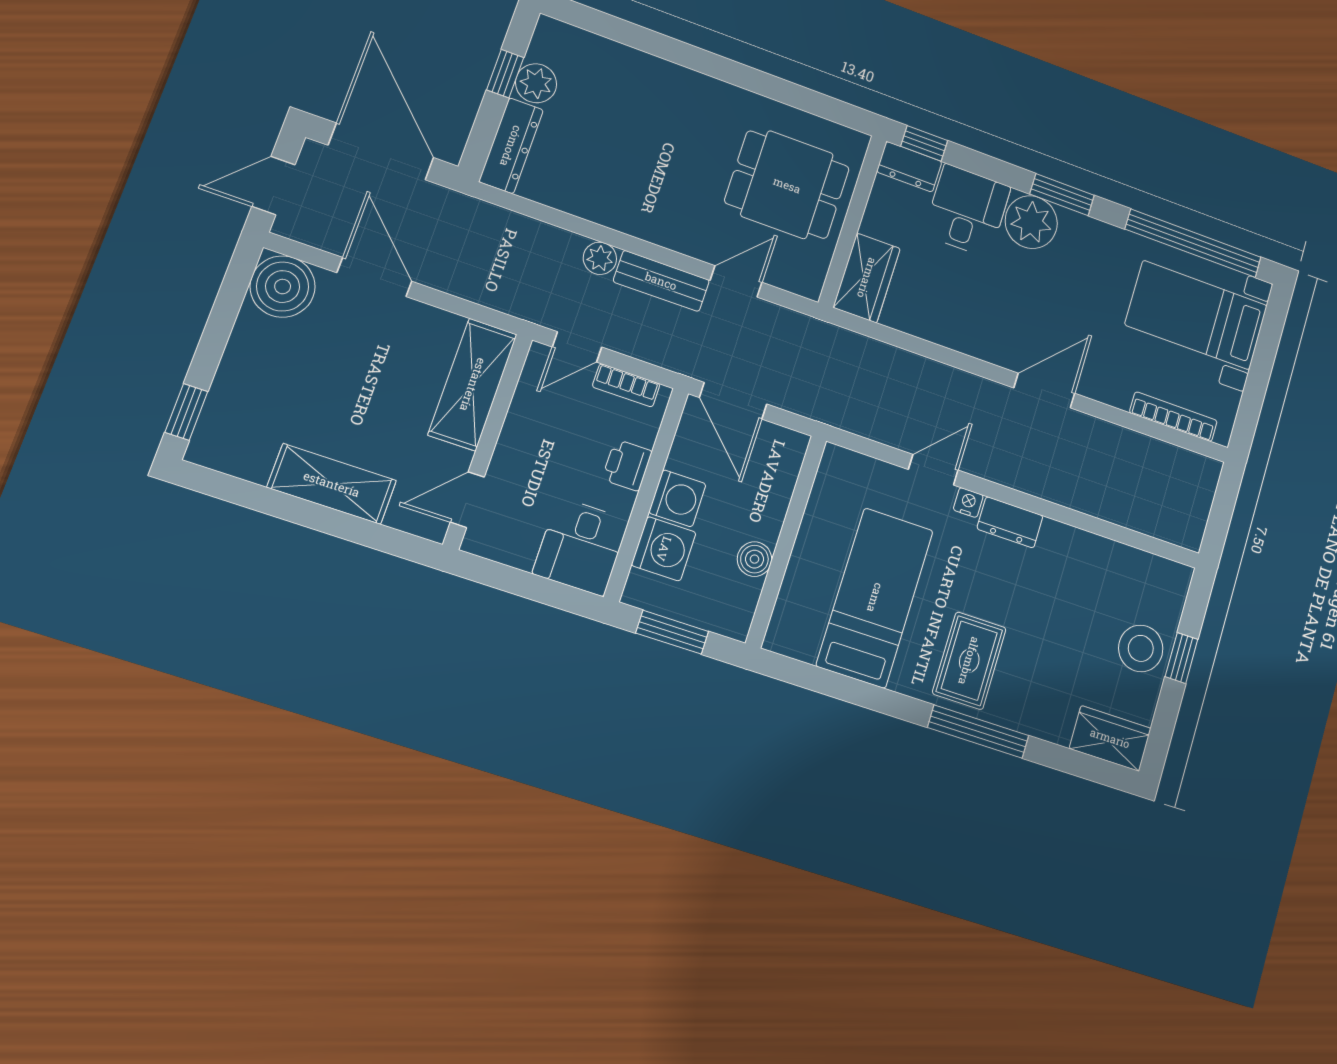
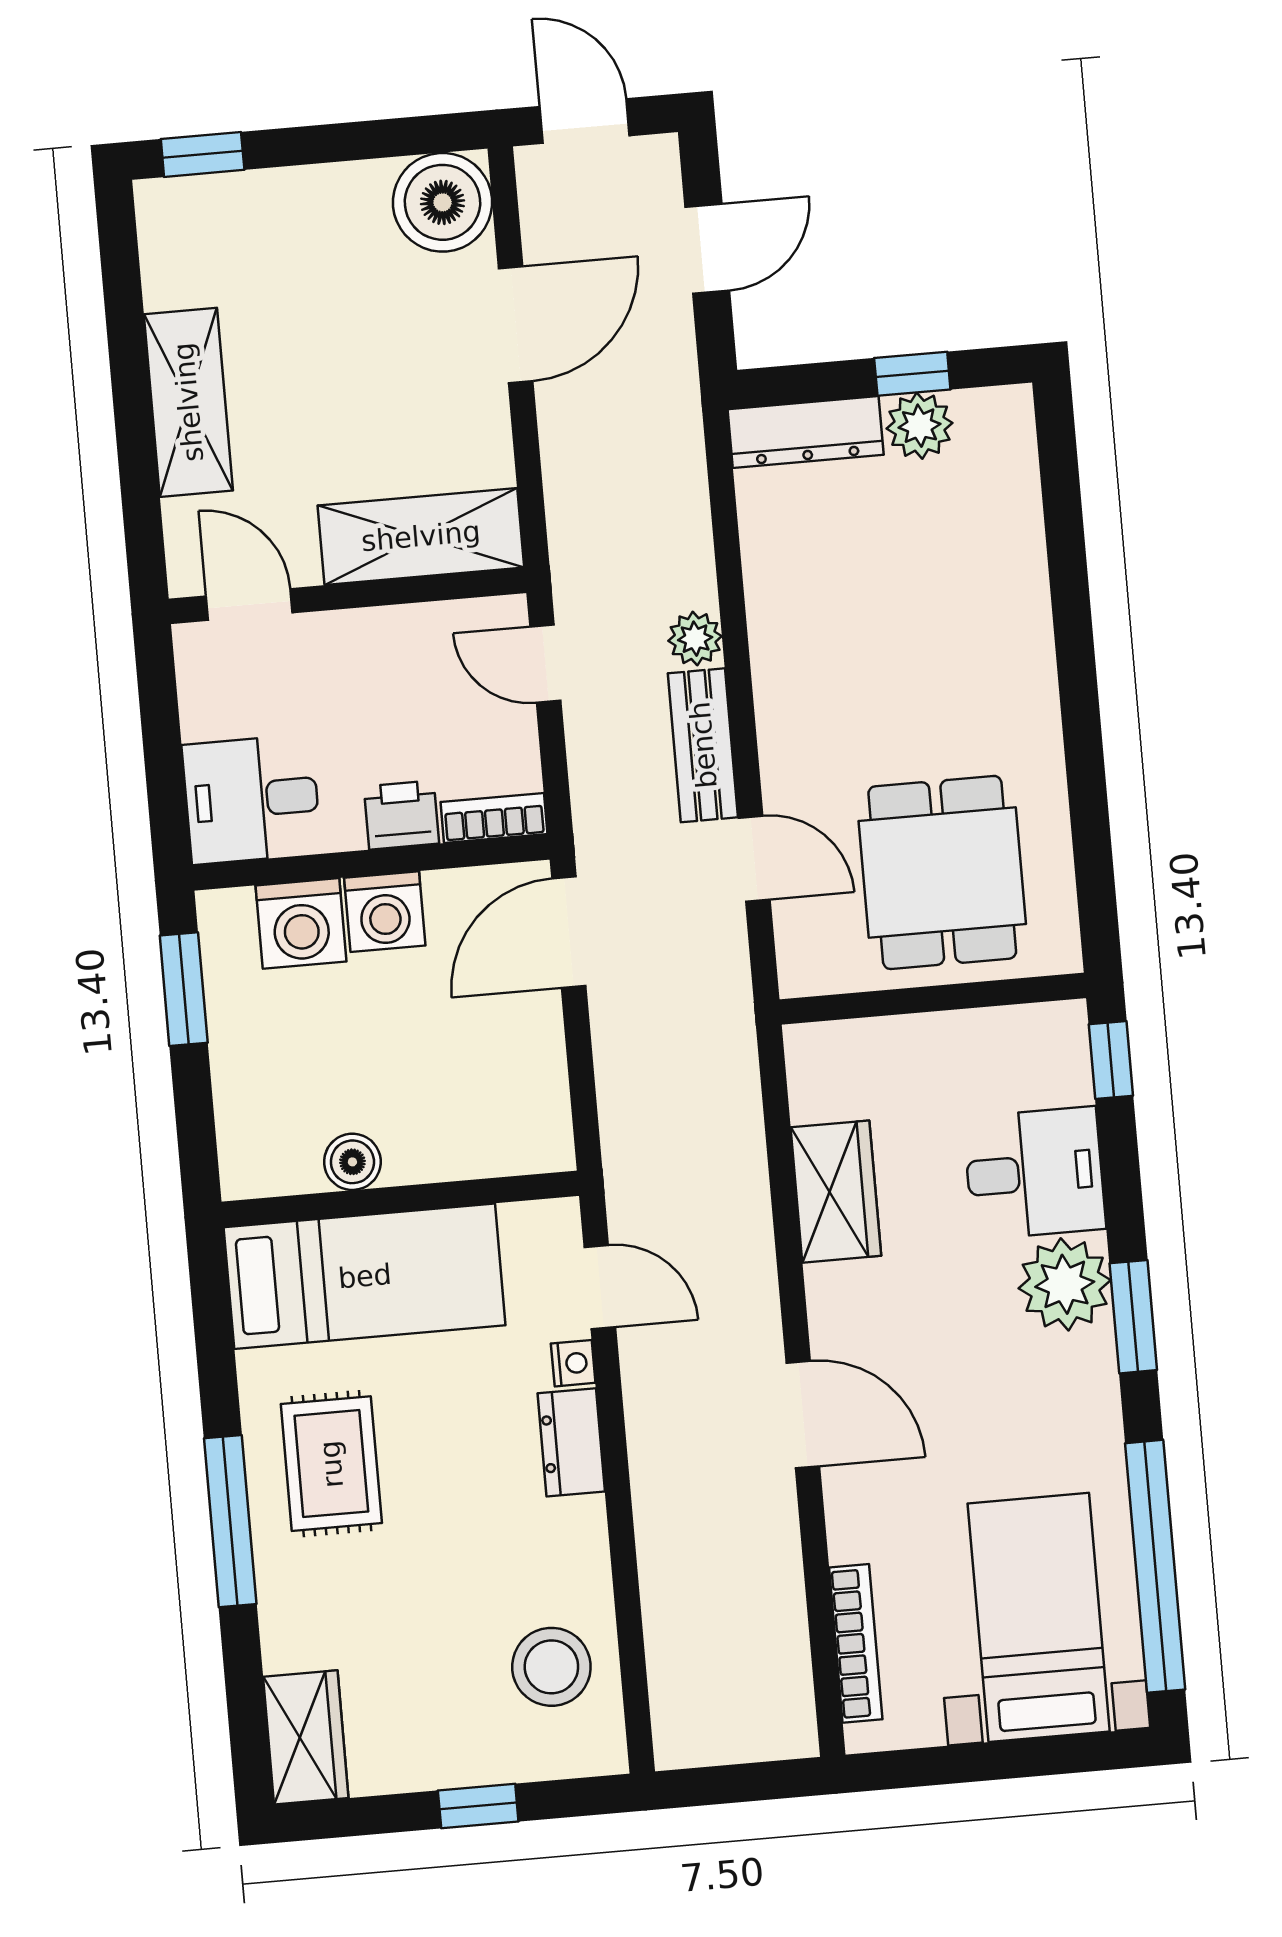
door: (381, 151) -> (707, 249), width x0.53
dresser: (909, 167) -> (1062, 1052), removed
wardrobe: (867, 278) -> (836, 1192), moved, turned -90
bookcase: (626, 385) -> (494, 818), moved, turned 90
wall: (786, 541) -> (400, 1199), moved
boiler: (754, 559) -> (352, 1162), moved
stool: (1141, 648) -> (551, 1667), moved
rug: (969, 661) -> (331, 1464), turned 90

